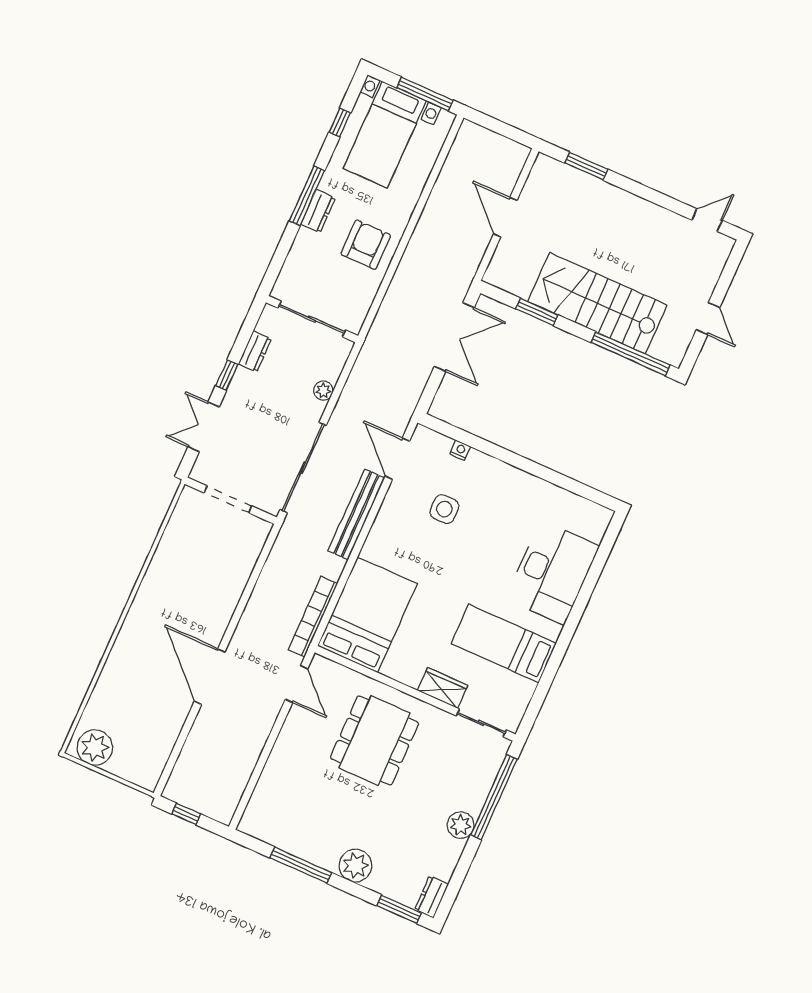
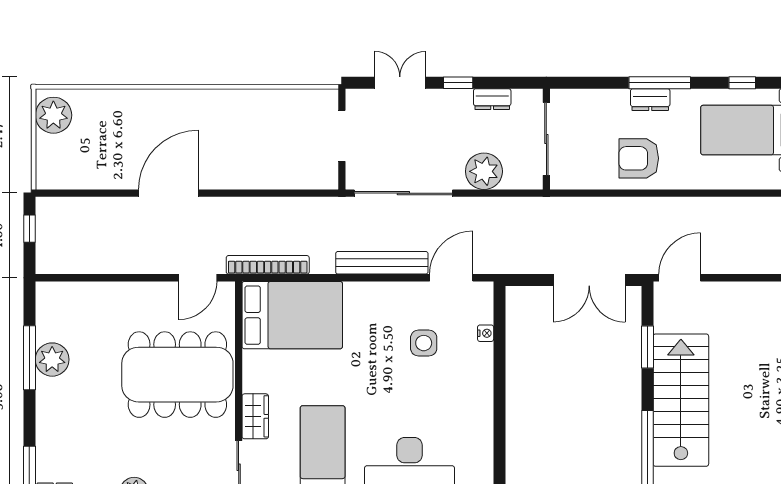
door: (505, 217) -> (680, 278), moved
armchair: (366, 245) -> (639, 158), turned 180
plant: (323, 391) -> (484, 171), width x1.88, depth x1.88
dining table: (374, 740) -> (177, 375), width x1.36, depth x1.24
plant: (355, 866) -> (52, 360), moved

